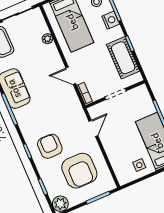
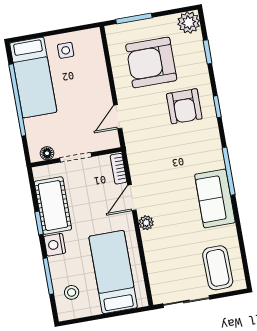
nightstand: (111, 20) -> (55, 245), moved
plant: (47, 39) -> (146, 223), moved
door: (71, 76) -> (132, 198), swing flipped
floor lamp: (135, 92) -> (47, 153), added
armchair: (79, 171) -> (151, 62), turned -90

